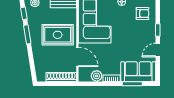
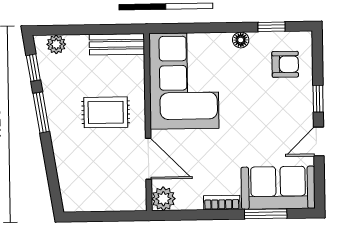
rug: (58, 35) -> (106, 112), width x0.73, depth x0.70
plant: (97, 76) -> (163, 199), moved
shoe rack: (61, 77) -> (115, 202), removed

